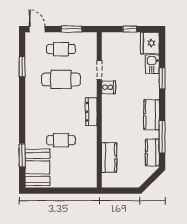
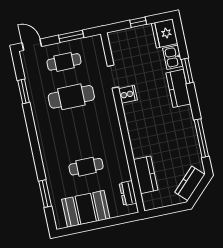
dresser: (91, 112) -> (128, 193), moved, width x0.70
kitchen counter: (151, 115) -> (178, 88), moved
kitchen counter: (152, 152) -> (190, 183), moved, turned 45
booth: (37, 167) -> (86, 209), moved, turned 90

